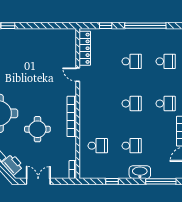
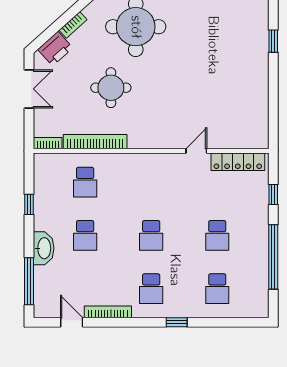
bookcase: (72, 116) -> (95, 142), moved

